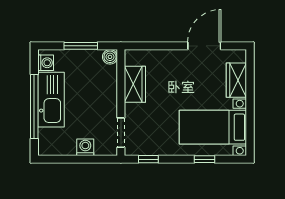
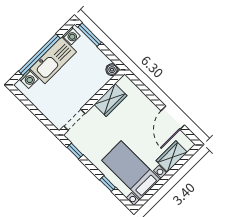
window: (81, 46) -> (90, 35), moved
door: (204, 46) -> (173, 118), swing flipped
washing machine: (85, 147) -> (29, 79), moved, turned 90

